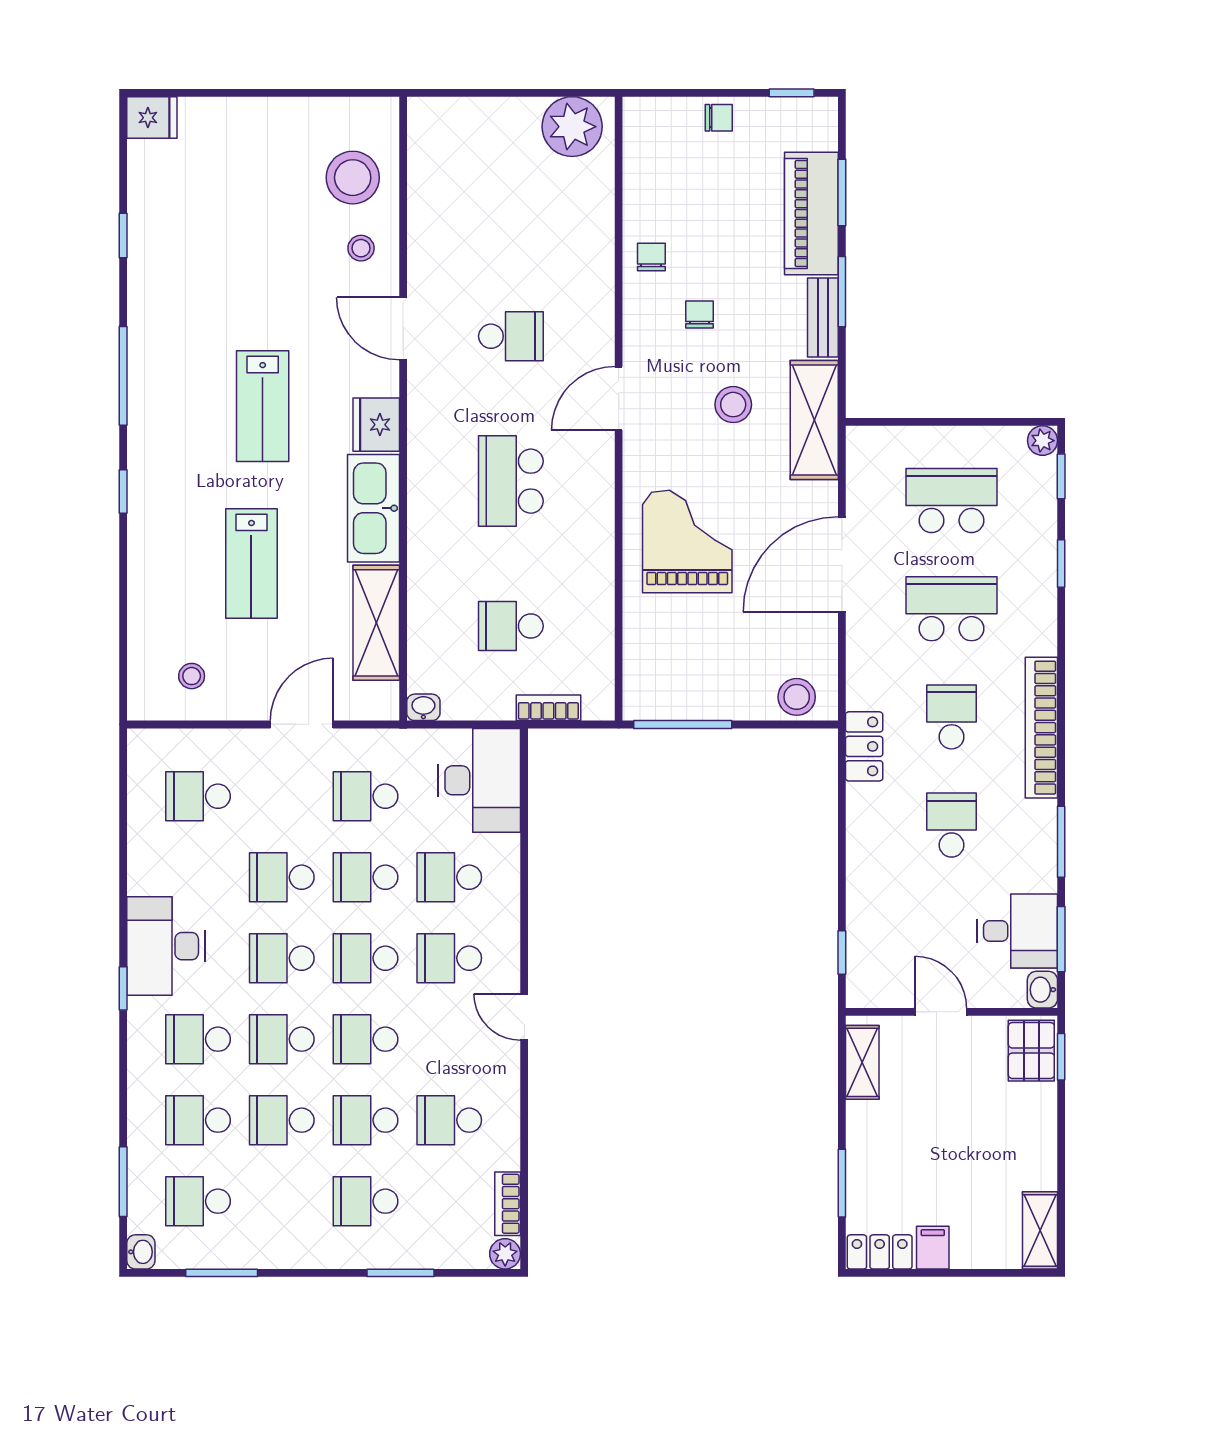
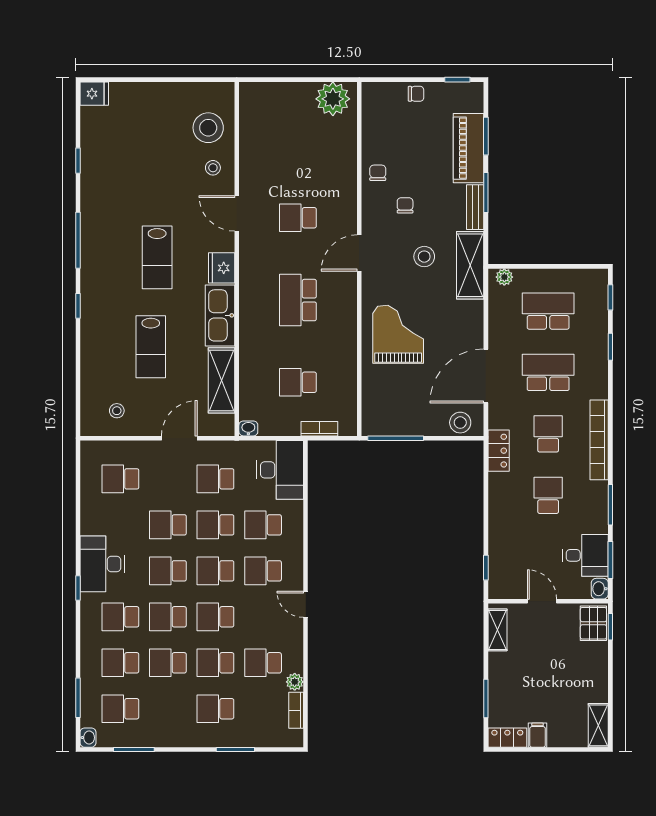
school desk: (511, 336) -> (298, 218), turned 180
plant: (1042, 441) -> (504, 277), moved
door: (842, 564) -> (486, 376), moved
plant: (505, 1254) -> (295, 682), moved

